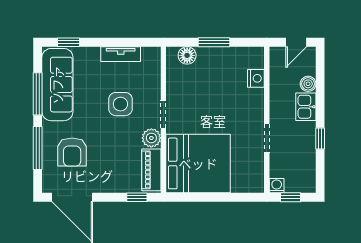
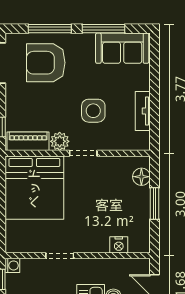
window: (68, 42) -> (155, 59), removed
sofa: (57, 85) -> (122, 48), width x0.73
armchair: (72, 152) -> (46, 63), width x1.36, depth x1.36

